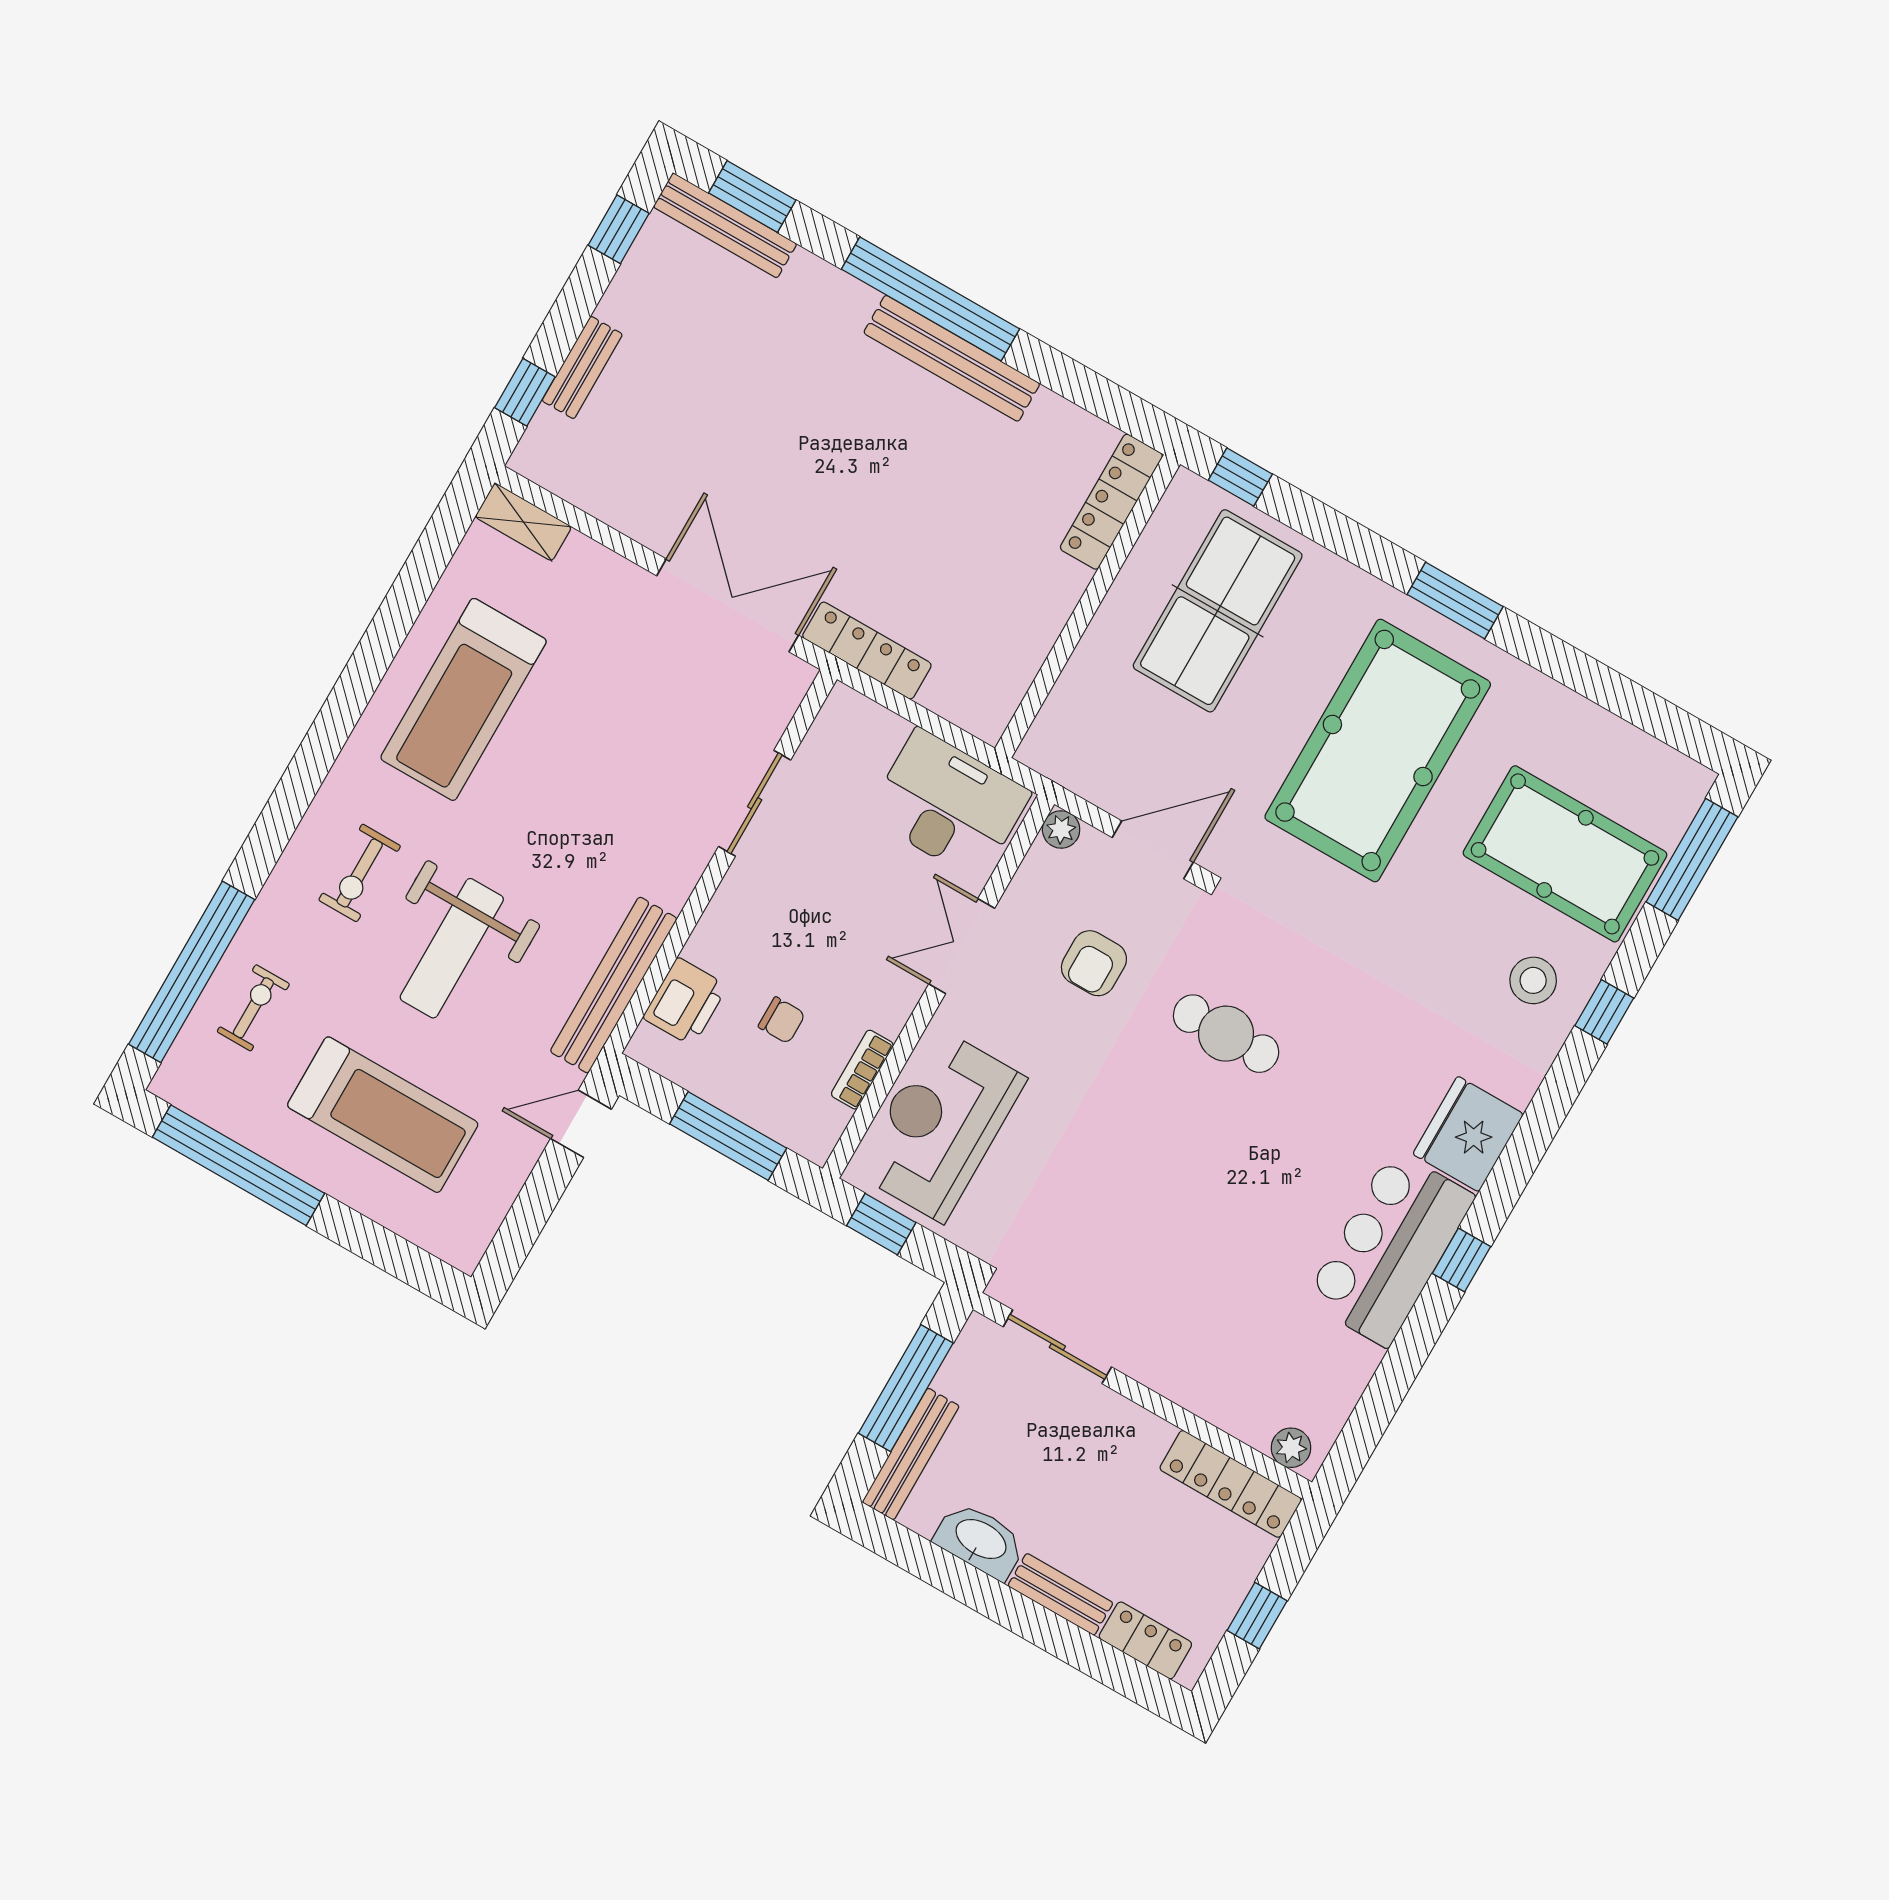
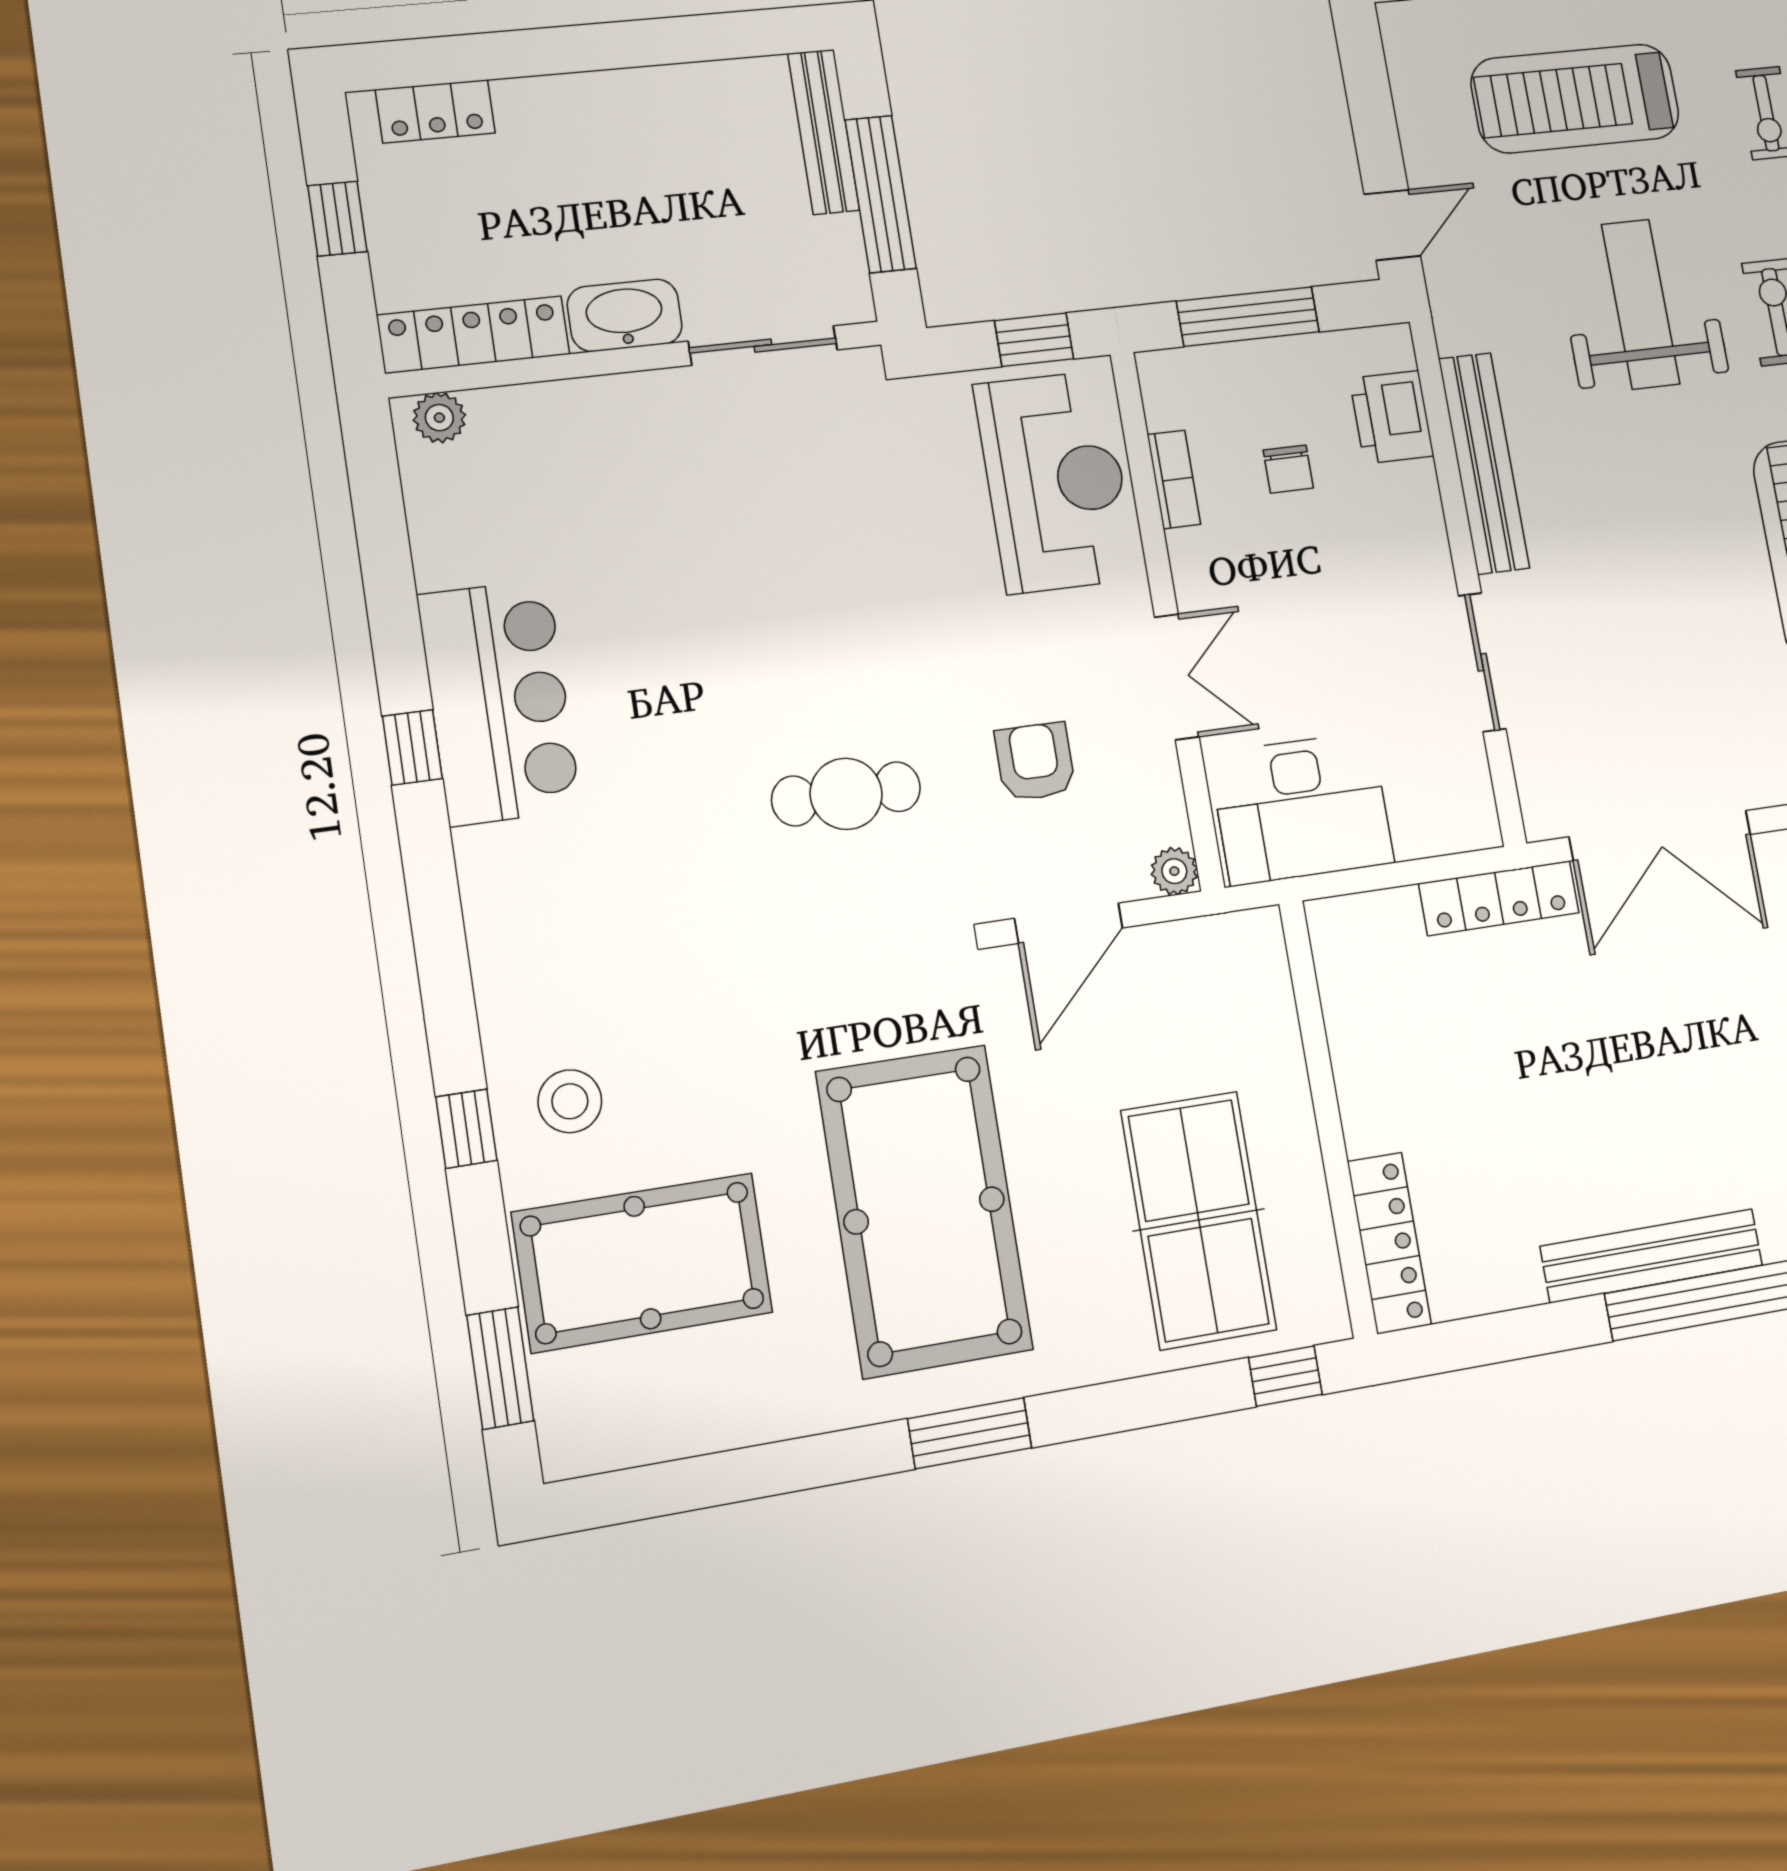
window: (1692, 859) -> (500, 1368), width x0.69
bench: (614, 985) -> (1484, 463), moved
chair: (782, 1020) -> (1288, 469), turned -90
fridge: (1468, 1134) -> (511, 885), removed
washbasin: (980, 1540) -> (625, 315), moved, turned 180
bench: (1060, 1594) -> (561, 97), removed

